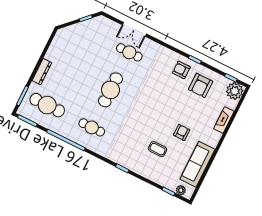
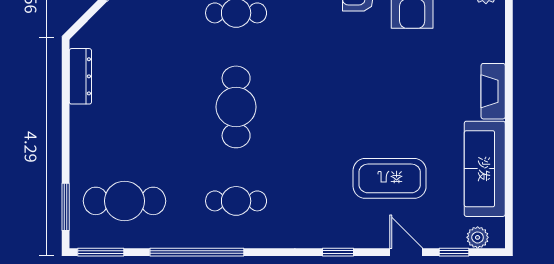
dresser: (42, 72) -> (80, 76), moved
fireplace: (224, 120) -> (493, 91), moved
armchair: (182, 132) -> (421, 121), removed
coffee table: (158, 149) -> (390, 178), width x1.86, depth x1.72
door: (149, 182) -> (406, 252), added

